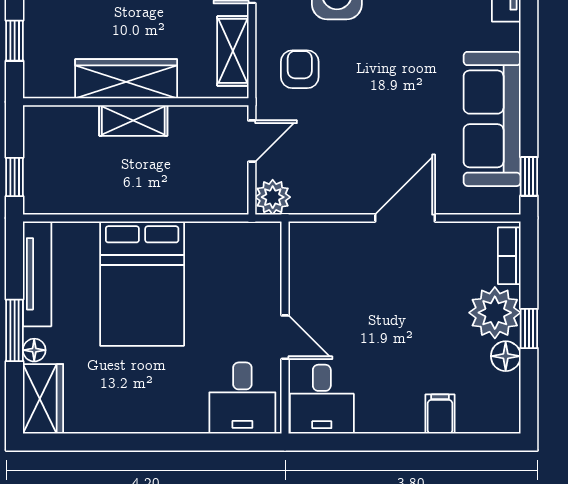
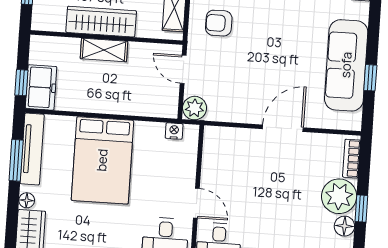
armchair: (300, 69) -> (219, 23), turned -90
door: (252, 141) -> (183, 69), swing flipped
window: (529, 176) -> (370, 78), moved
freezer: (44, 182) -> (41, 87), added
nightstand: (245, 233) -> (174, 131), added
window: (15, 330) -> (16, 160), moved

